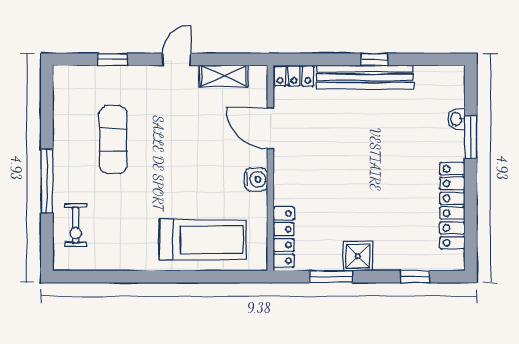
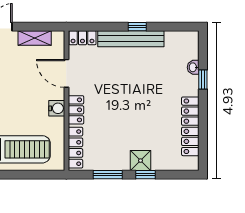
window: (471, 137) -> (203, 80), width x0.67
locker: (284, 182) -> (76, 110), added
shower: (358, 256) -> (140, 161), moved
window: (415, 277) -> (145, 175), moved

